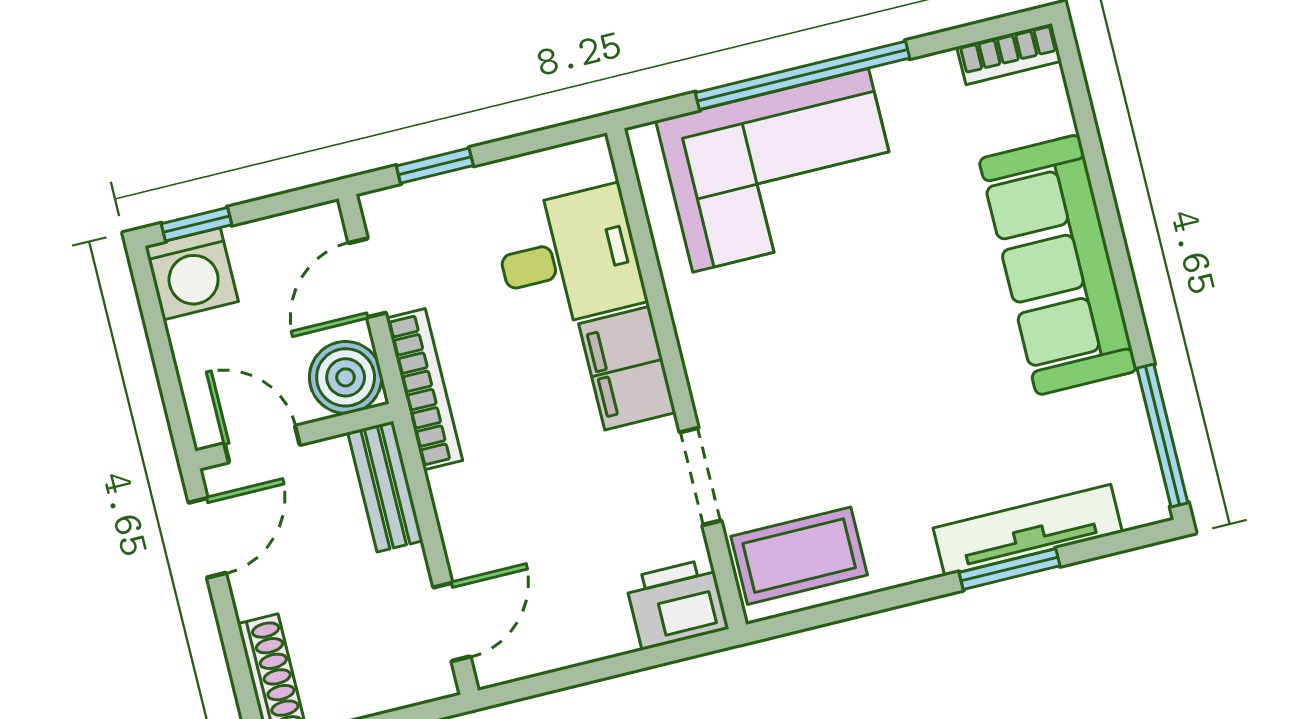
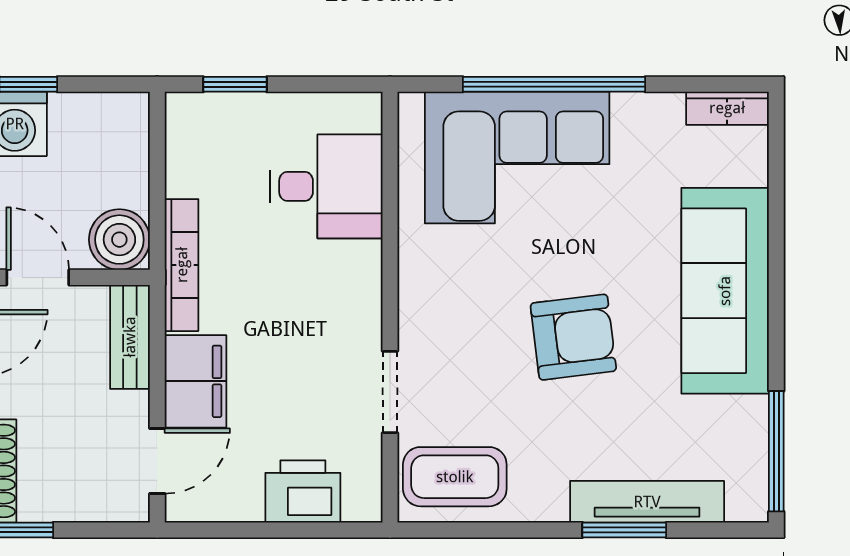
door: (367, 278) -> (157, 163), removed
armchair: (896, 361) -> (573, 337), added
filing cabinet: (627, 368) -> (195, 381), moved, turned 180
printer: (677, 604) -> (303, 491), moved

